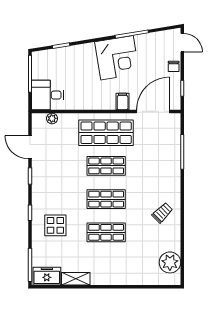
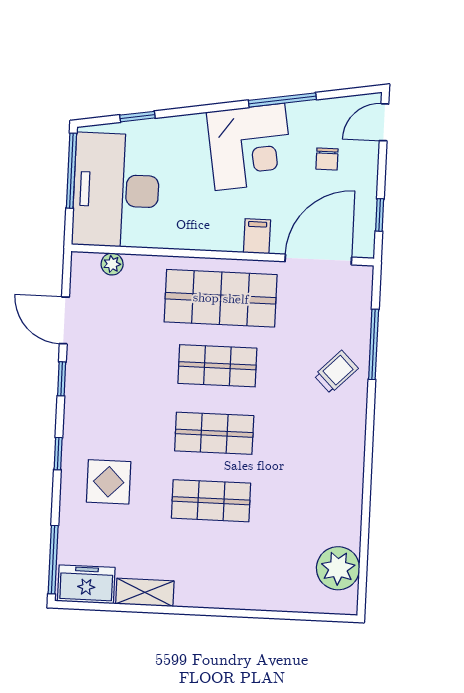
door: (182, 43) -> (384, 122), swing flipped
chair: (174, 66) -> (327, 159), moved
desk: (48, 95) -> (116, 190), width x1.87, depth x1.30
trolley: (162, 213) -> (336, 372), moved

